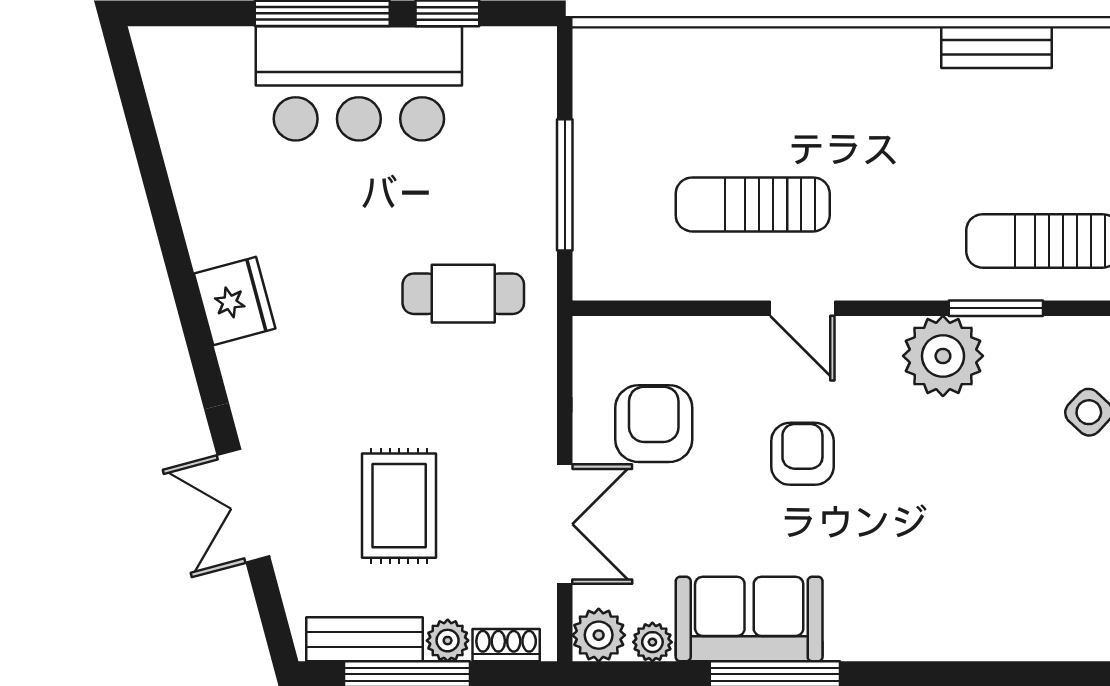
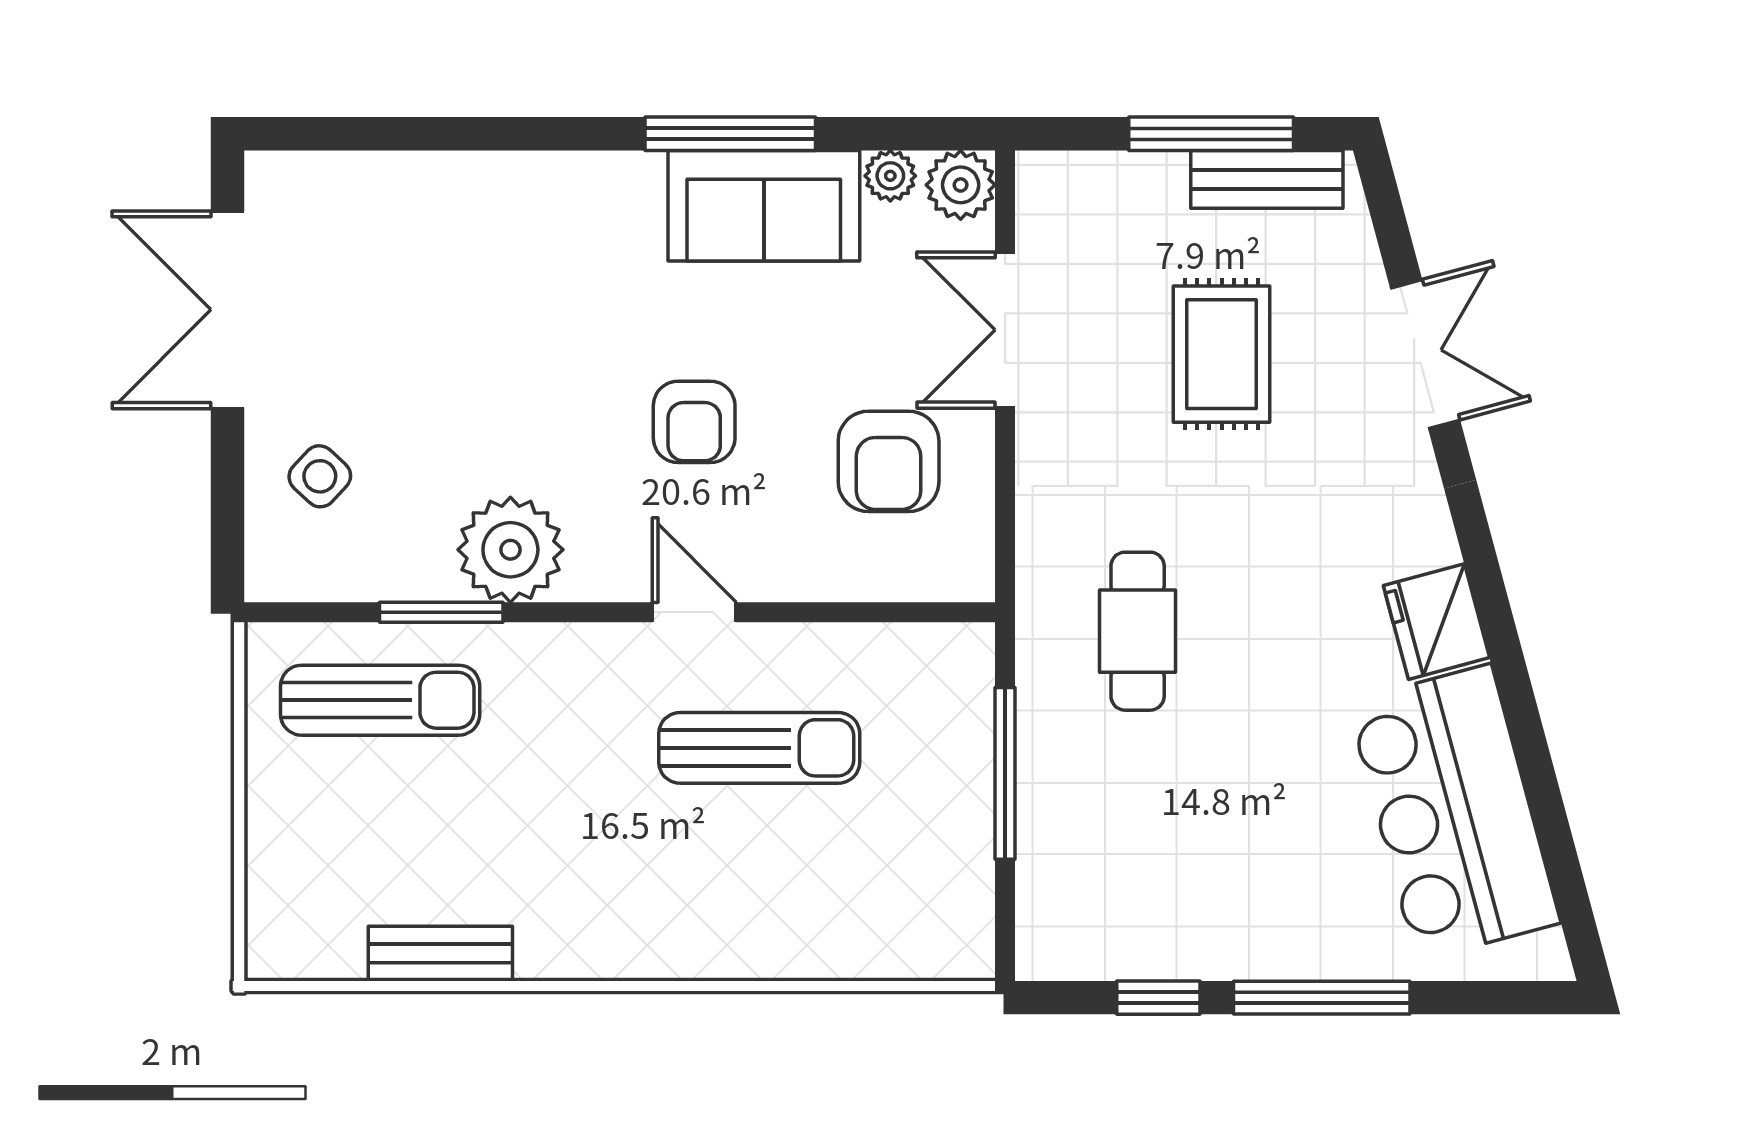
bar counter: (359, 83) -> (1454, 812), moved, turned -105
cafe table: (463, 294) -> (1138, 631), turned 90
plant: (448, 641) -> (1158, 178), removed
shoe rack: (506, 645) -> (1082, 172), removed

